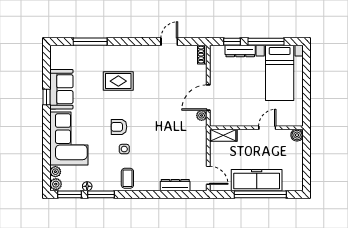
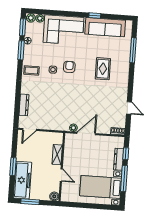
sofa: (61, 89) -> (105, 27), width x1.36
door: (208, 98) -> (86, 133), hinge flipped
shelving: (223, 135) -> (57, 155), moved
window: (307, 168) -> (30, 202), added
freezer: (257, 180) -> (22, 180), moved
window: (260, 194) -> (13, 167), width x0.47

